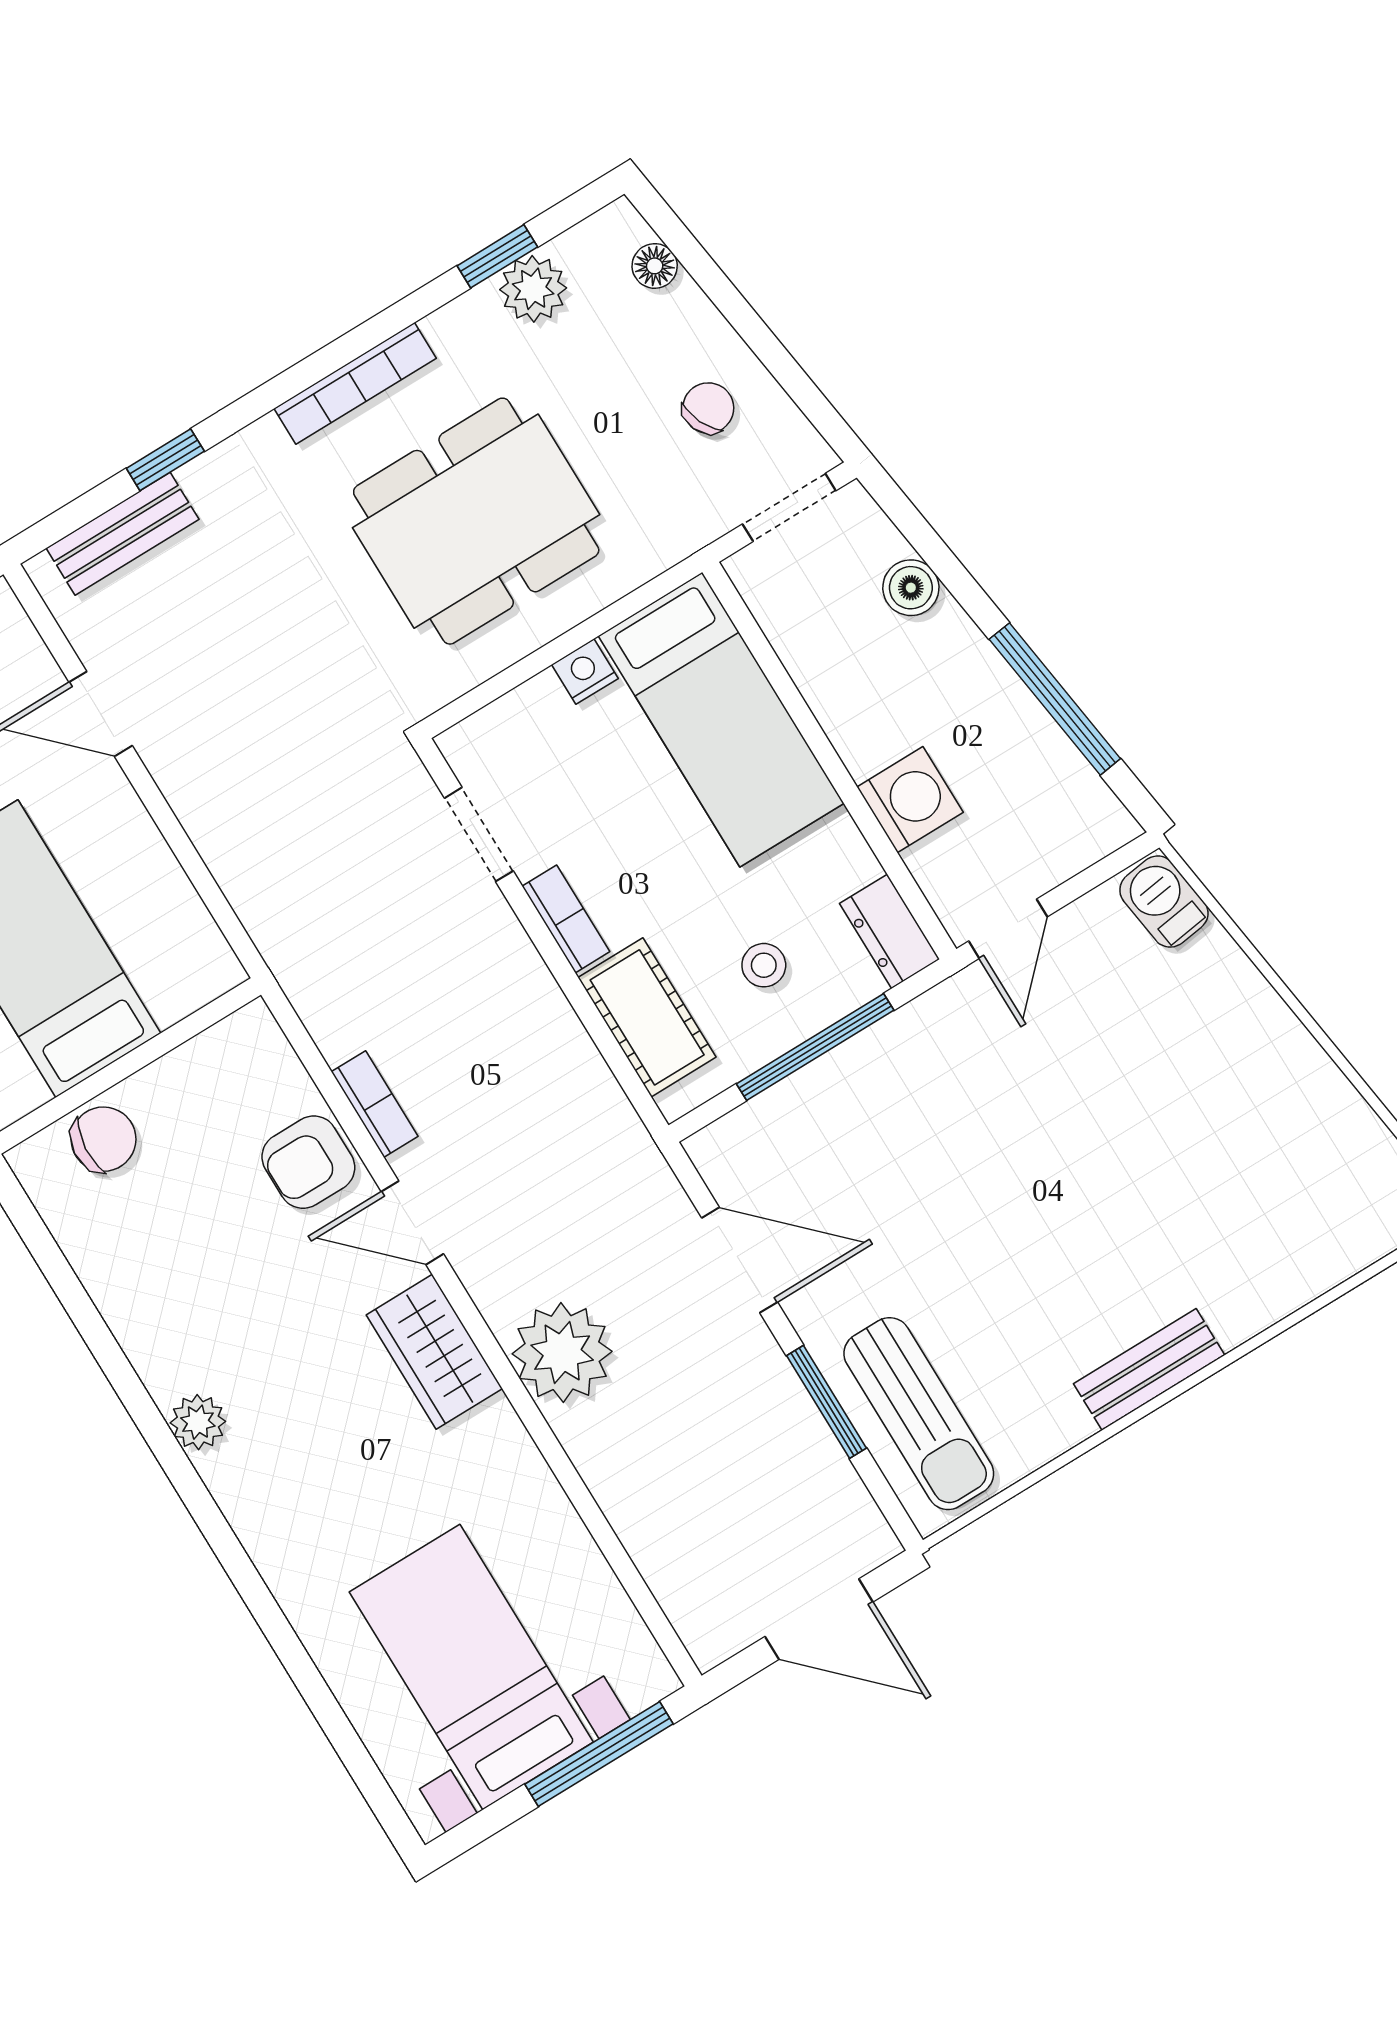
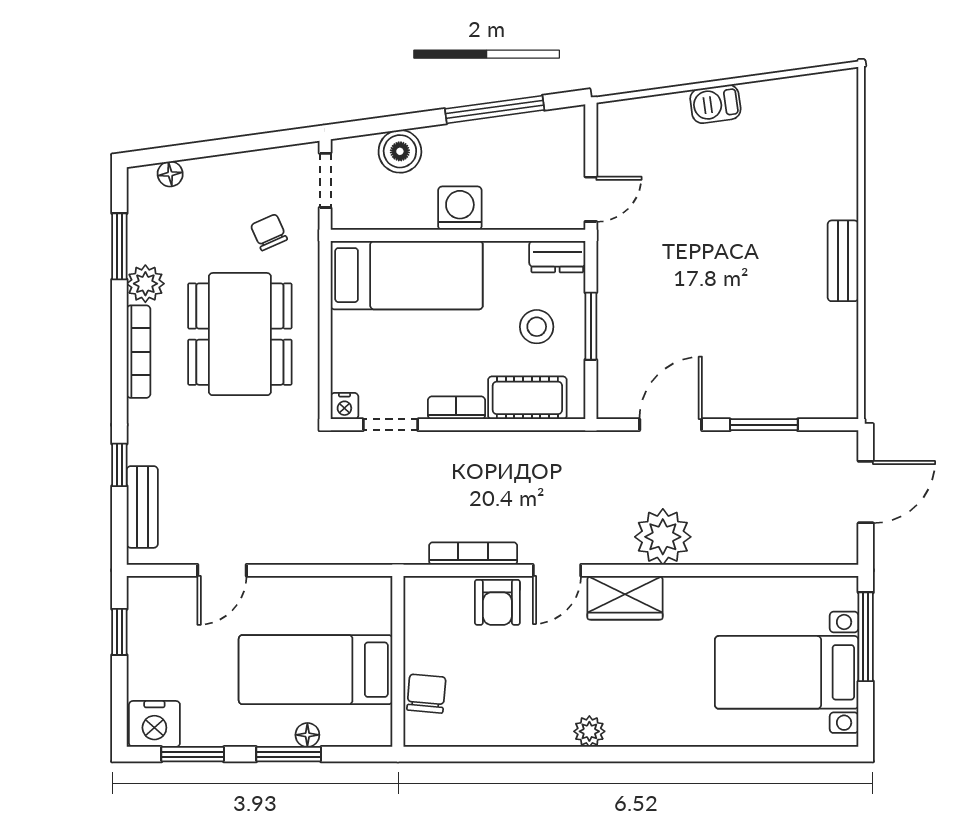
window: (497, 256) -> (119, 246), width x1.50
plant: (533, 289) -> (145, 284), moved
chair: (708, 408) -> (269, 232), moved
boiler: (911, 588) -> (400, 151), width x1.36, depth x1.36
nightstand: (585, 672) -> (344, 406), moved, turned -90
washing machine: (910, 800) -> (460, 208), moved
barbecue: (1164, 902) -> (715, 104), moved
door: (1008, 929) -> (591, 199), hinge flipped
stool: (764, 965) -> (537, 327), width x1.37, depth x1.37
window: (815, 1047) -> (591, 326), width x0.69
bookcase: (375, 1104) -> (473, 554), width x1.56
sun lounger: (919, 1414) -> (797, 384), removed

